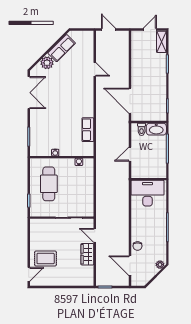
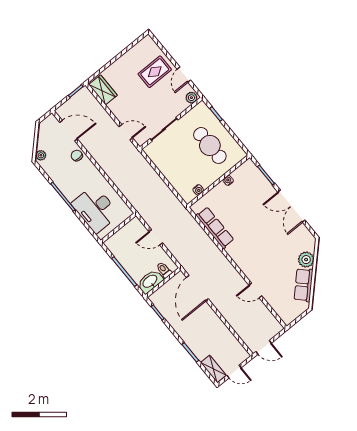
door: (108, 29) -> (264, 347), moved
door: (150, 29) -> (234, 372), hinge flipped
double door: (29, 93) -> (291, 206), moved
door: (130, 101) -> (197, 288), swing flipped
row of seats: (88, 130) -> (215, 228), width x1.48
door: (130, 154) -> (156, 237), swing flipped
desk: (147, 193) -> (95, 209), moved, turned 90
plant: (36, 223) -> (191, 98), added
wardrobe: (87, 254) -> (103, 90), moved
door: (29, 274) -> (184, 75), moved

